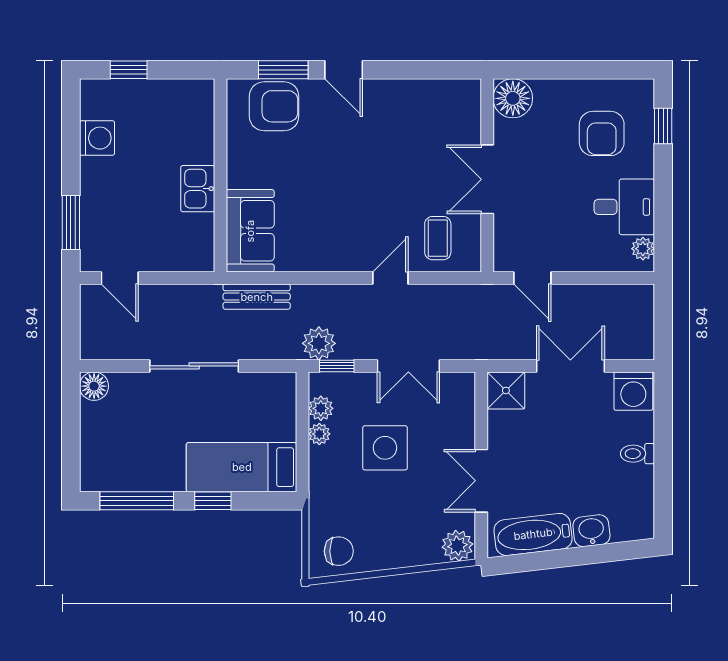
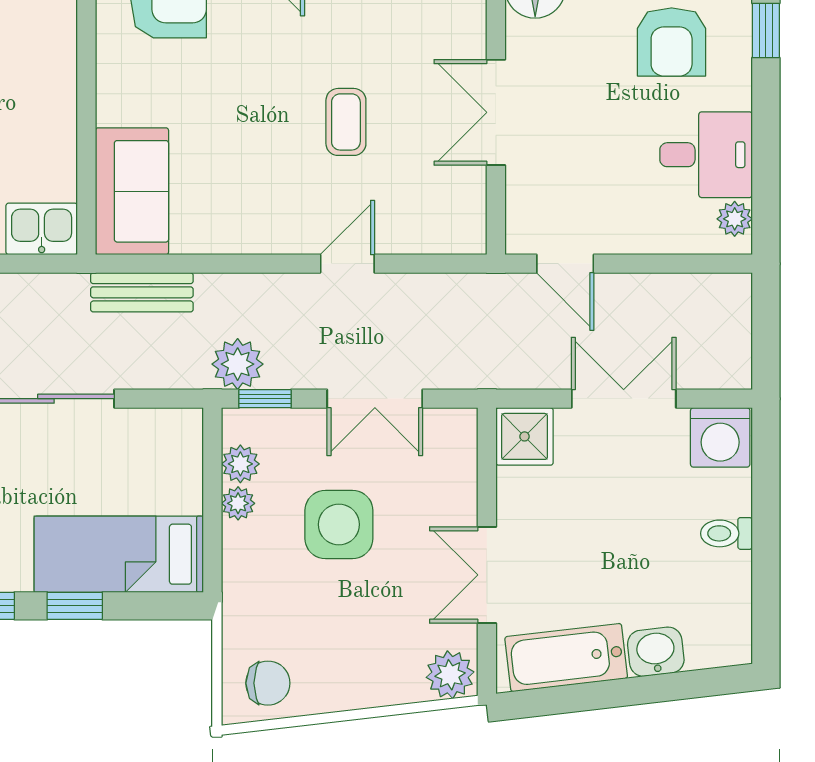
kitchen sink: (198, 189) -> (42, 229), moved, turned 90
coffee table: (438, 238) -> (346, 122), moved

